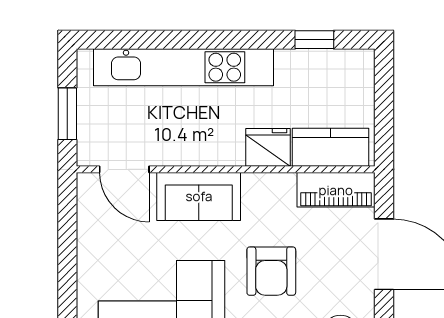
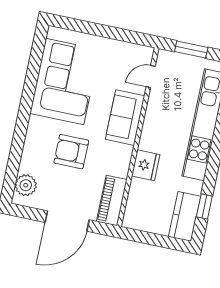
kitchen counter: (331, 147) -> (185, 216), moved, turned 180
door: (124, 169) -> (151, 76), width x0.73

